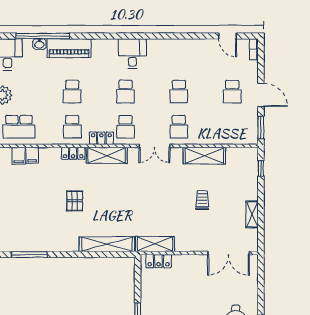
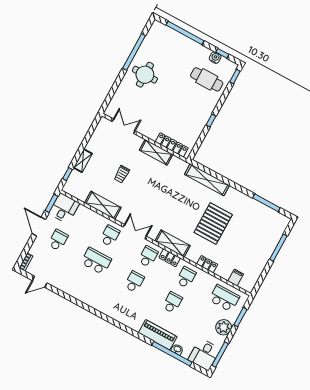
door: (227, 36) -> (40, 282), swing flipped
desk: (133, 54) -> (64, 208), moved, turned 180
school desk: (179, 92) -> (96, 261), width x1.85
locker: (73, 153) -> (207, 264), moved
filing cabinet: (32, 155) -> (226, 273), removed
pallet: (75, 201) -> (213, 223), width x2.05, depth x2.00
shelving: (252, 214) -> (83, 161), moved
shelving: (155, 244) -> (156, 152), moved
double door: (228, 253) -> (124, 126), width x0.73
locker: (159, 261) -> (172, 145), width x1.53

